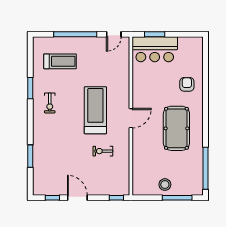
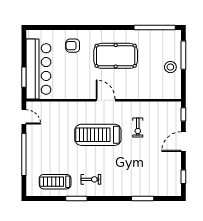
bar counter: (155, 49) -> (38, 69), width x1.36
treadmill: (60, 61) -> (55, 182), moved, turned -90
door: (77, 198) -> (183, 142), moved

